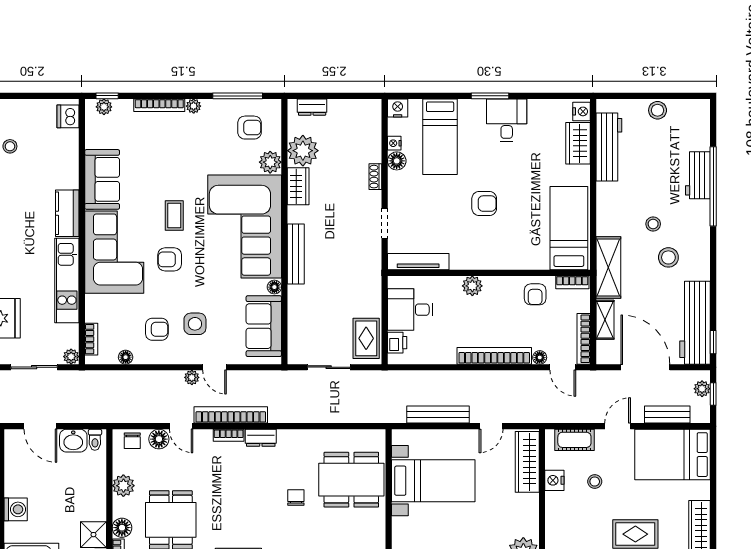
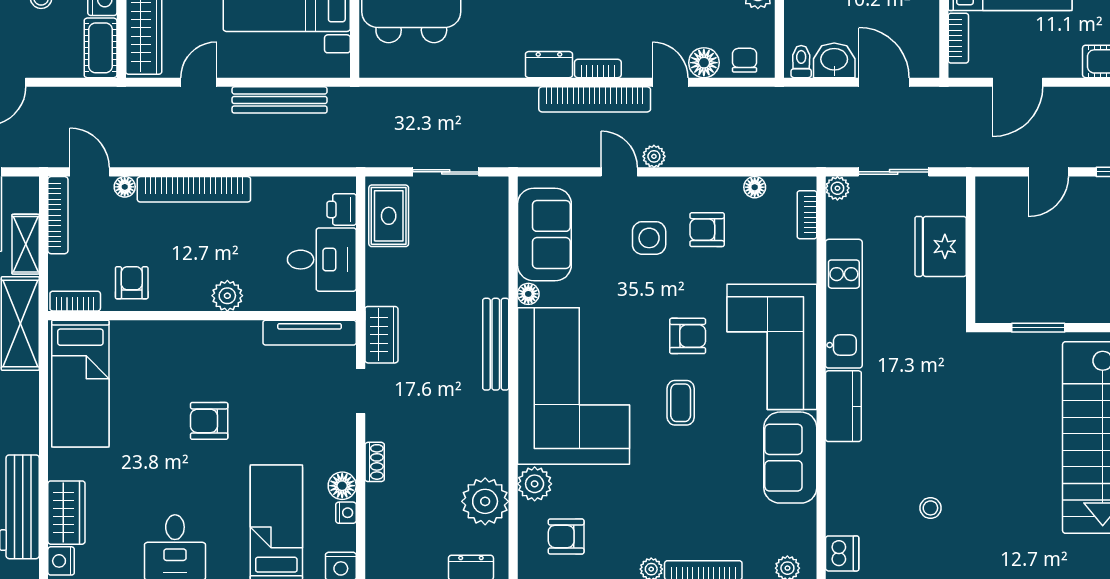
wardrobe: (298, 186) -> (381, 335), moved, turned 180
cot: (574, 440) -> (101, 48), moved, turned 90

